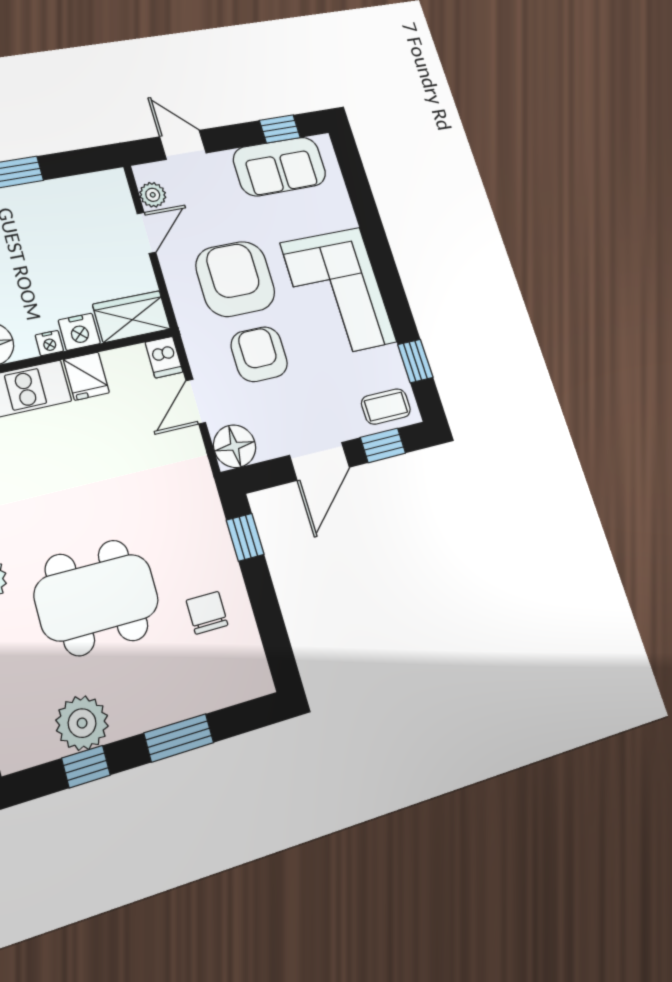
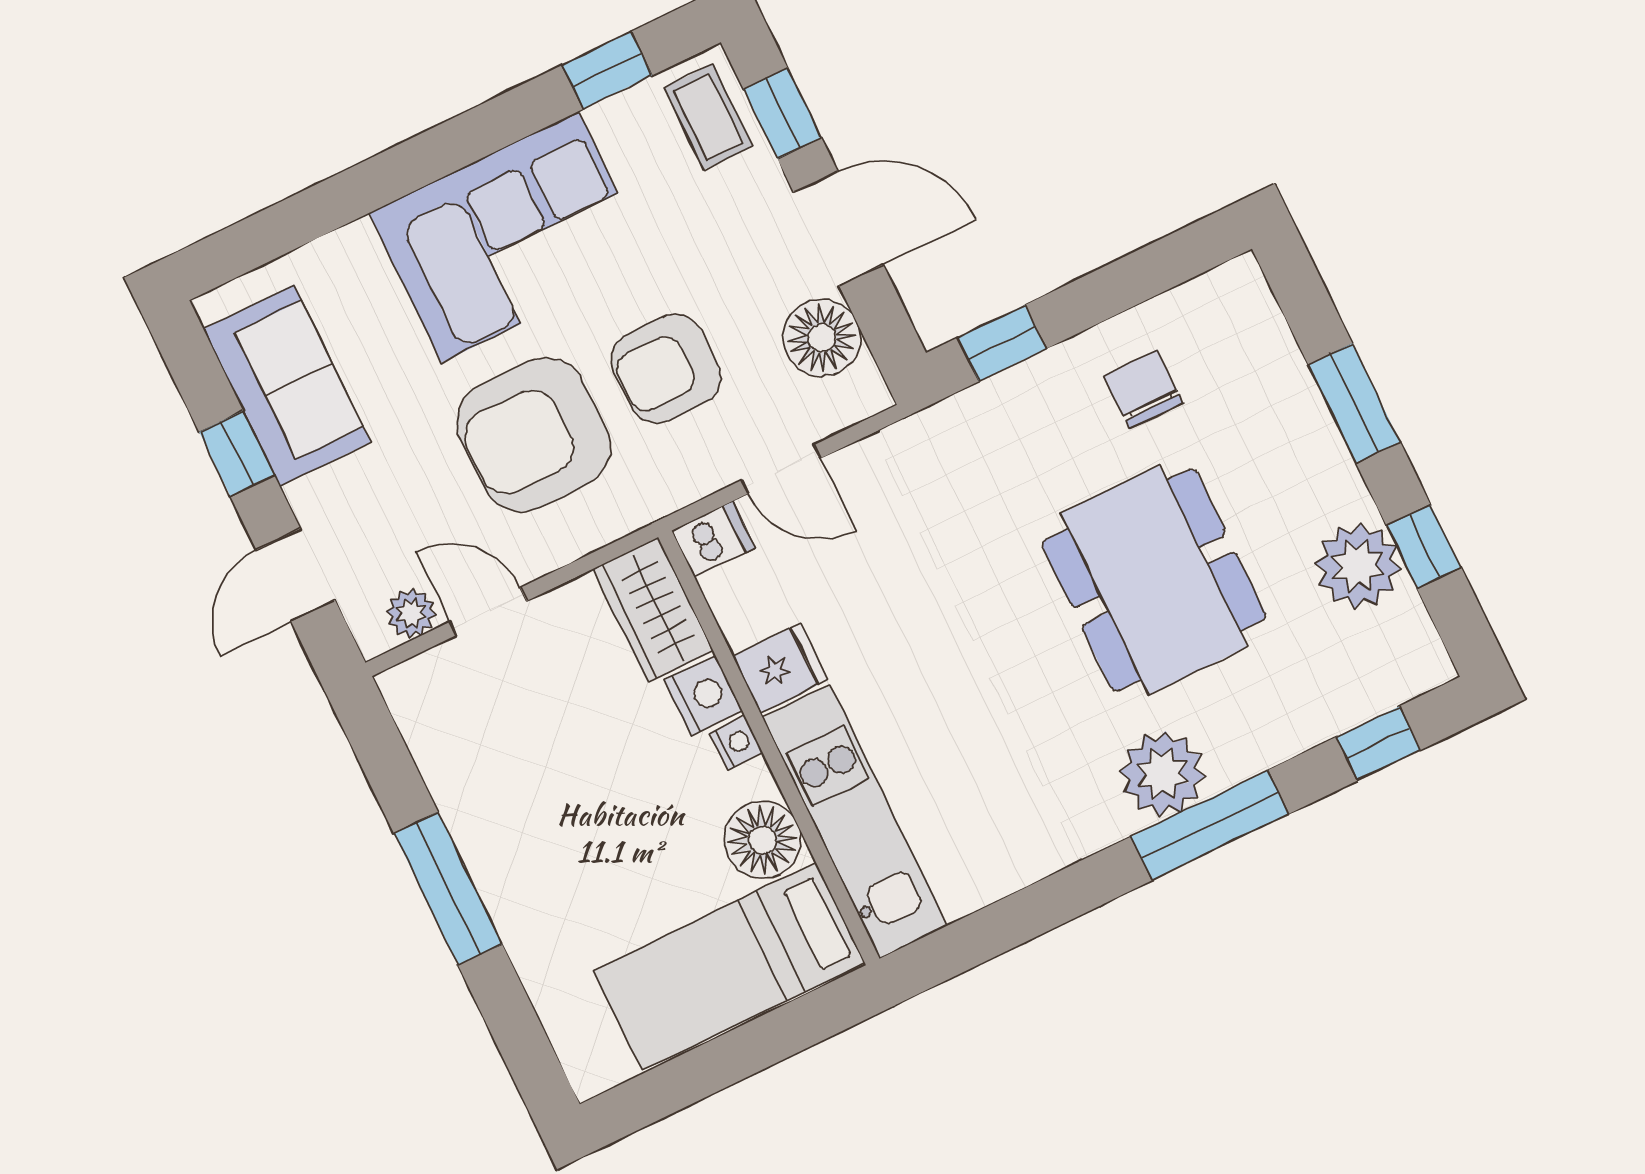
window: (280, 129) -> (237, 453), moved
floor lamp: (235, 446) -> (822, 338), moved
chair: (207, 613) -> (1143, 389), turned 90

